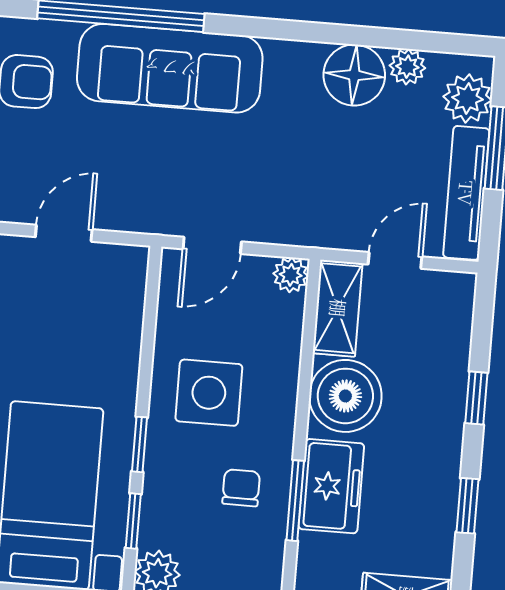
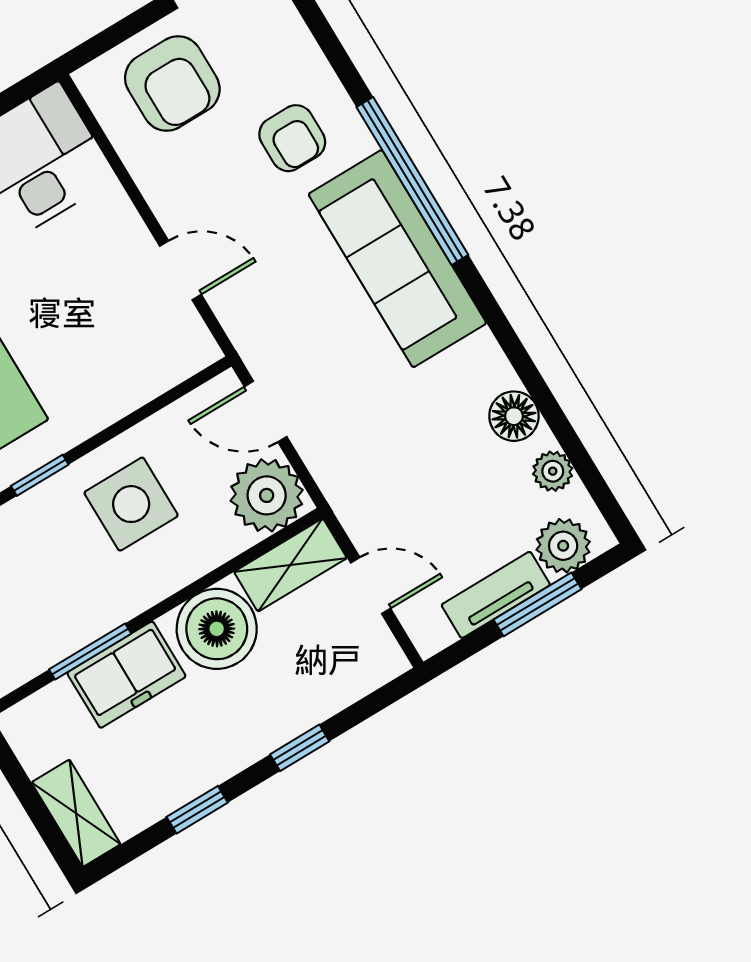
floor lamp: (354, 75) -> (514, 416), width x0.73, depth x0.73
tv unit: (466, 193) -> (496, 595), width x0.71
plant: (291, 275) -> (267, 495), width x1.88, depth x1.88
chair: (241, 488) -> (67, 595), removed

